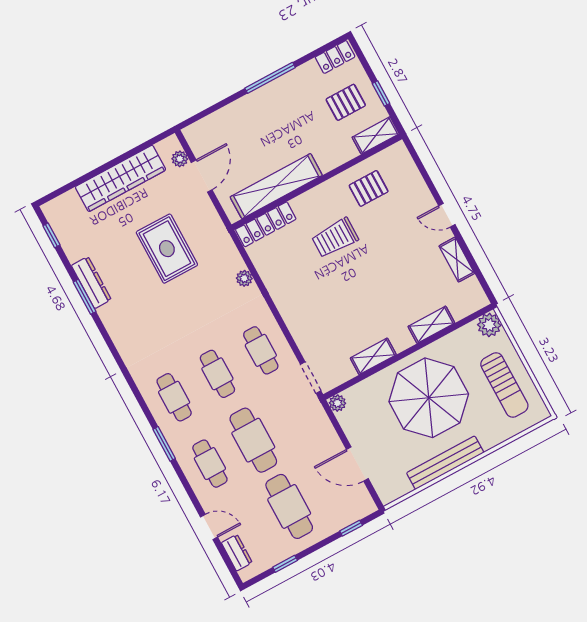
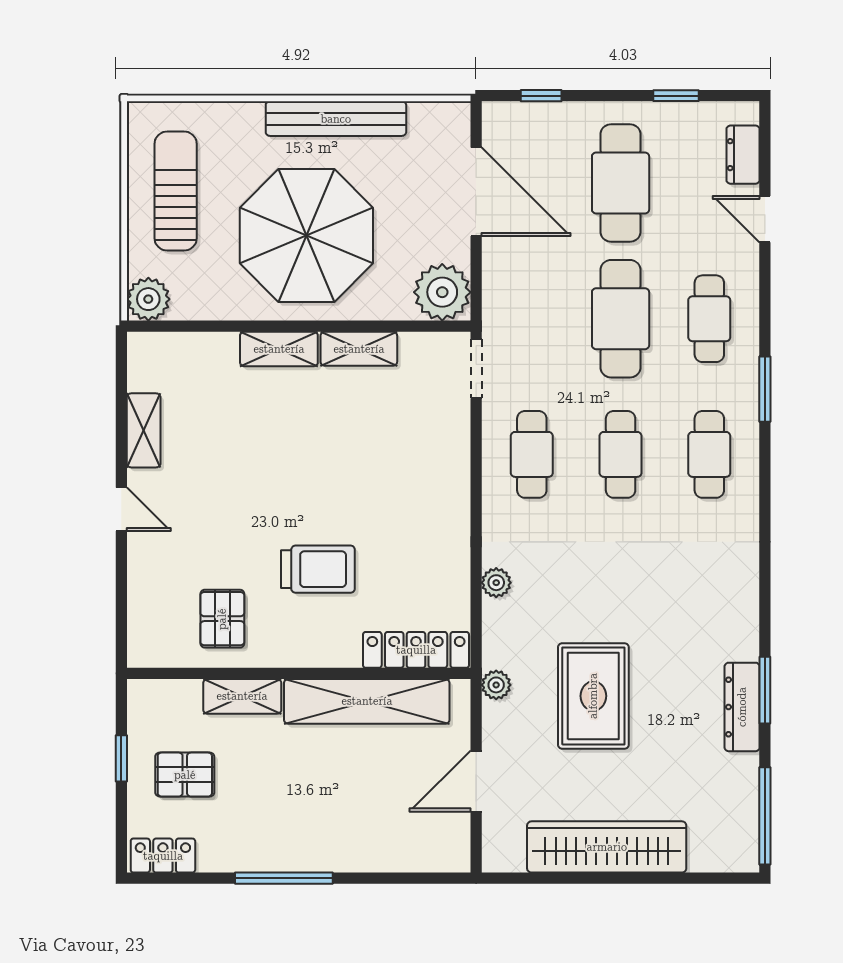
shelving: (376, 135) -> (242, 696), moved
plant: (180, 159) -> (496, 685), moved
pallet: (369, 188) -> (222, 619), turned 90
window: (51, 235) -> (765, 816), width x2.17
shelving: (431, 325) -> (279, 349), moved
plant: (337, 403) -> (442, 292), width x1.87, depth x1.87
door: (357, 464) -> (476, 192), width x1.36

